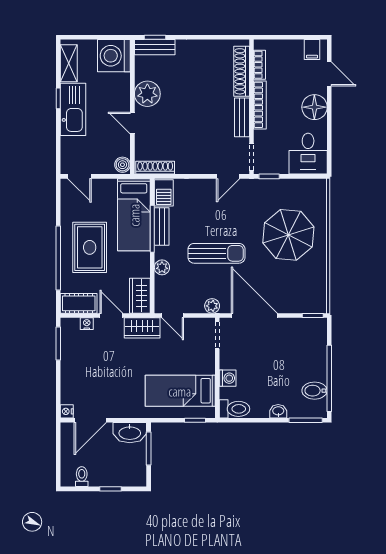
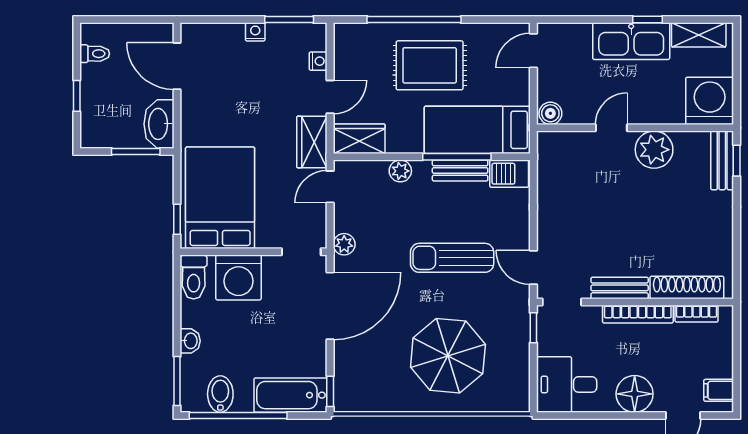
shoe rack: (155, 168) -> (546, 161), removed
sun lounger: (216, 253) -> (452, 258), moved, turned 90
cot: (79, 303) -> (348, 49), removed
bathtub: (315, 343) -> (291, 395), added
washing machine: (228, 378) -> (238, 278), width x1.89, depth x1.89
bed: (180, 391) -> (220, 198), width x1.50
nightstand: (67, 411) -> (255, 32), moved

